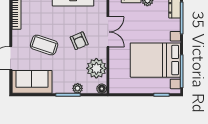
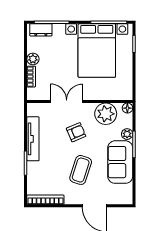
sofa: (32, 82) -> (120, 162), moved

